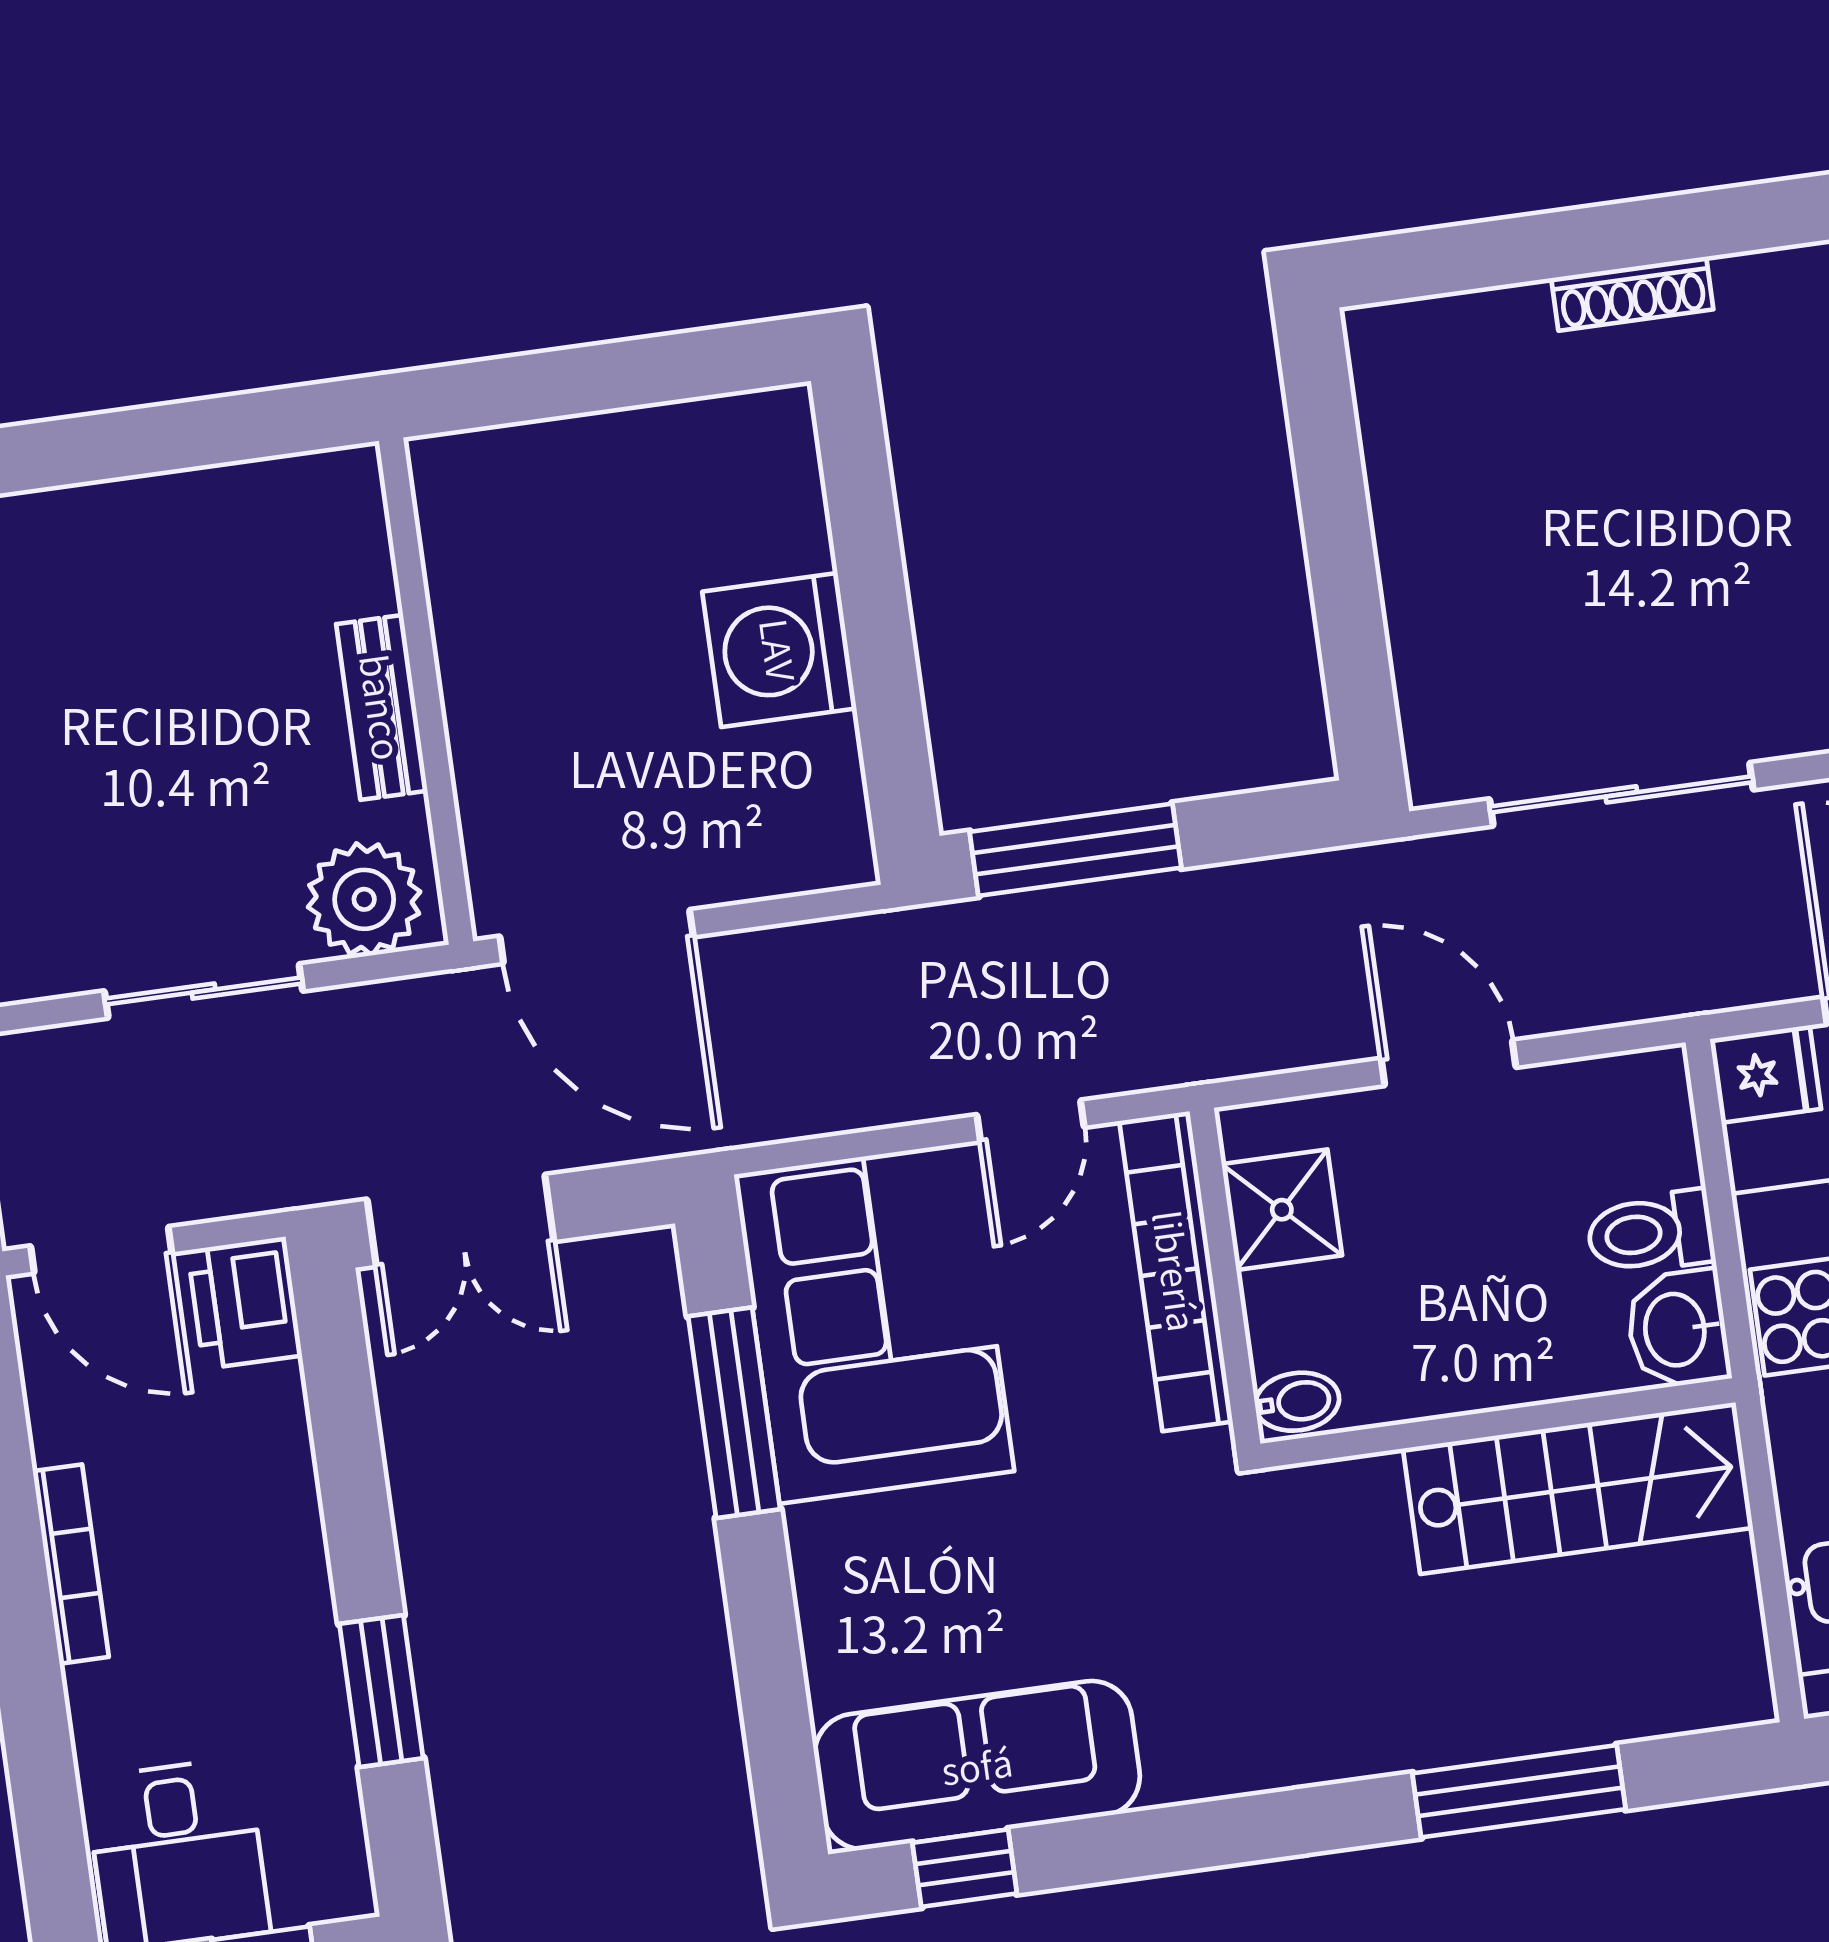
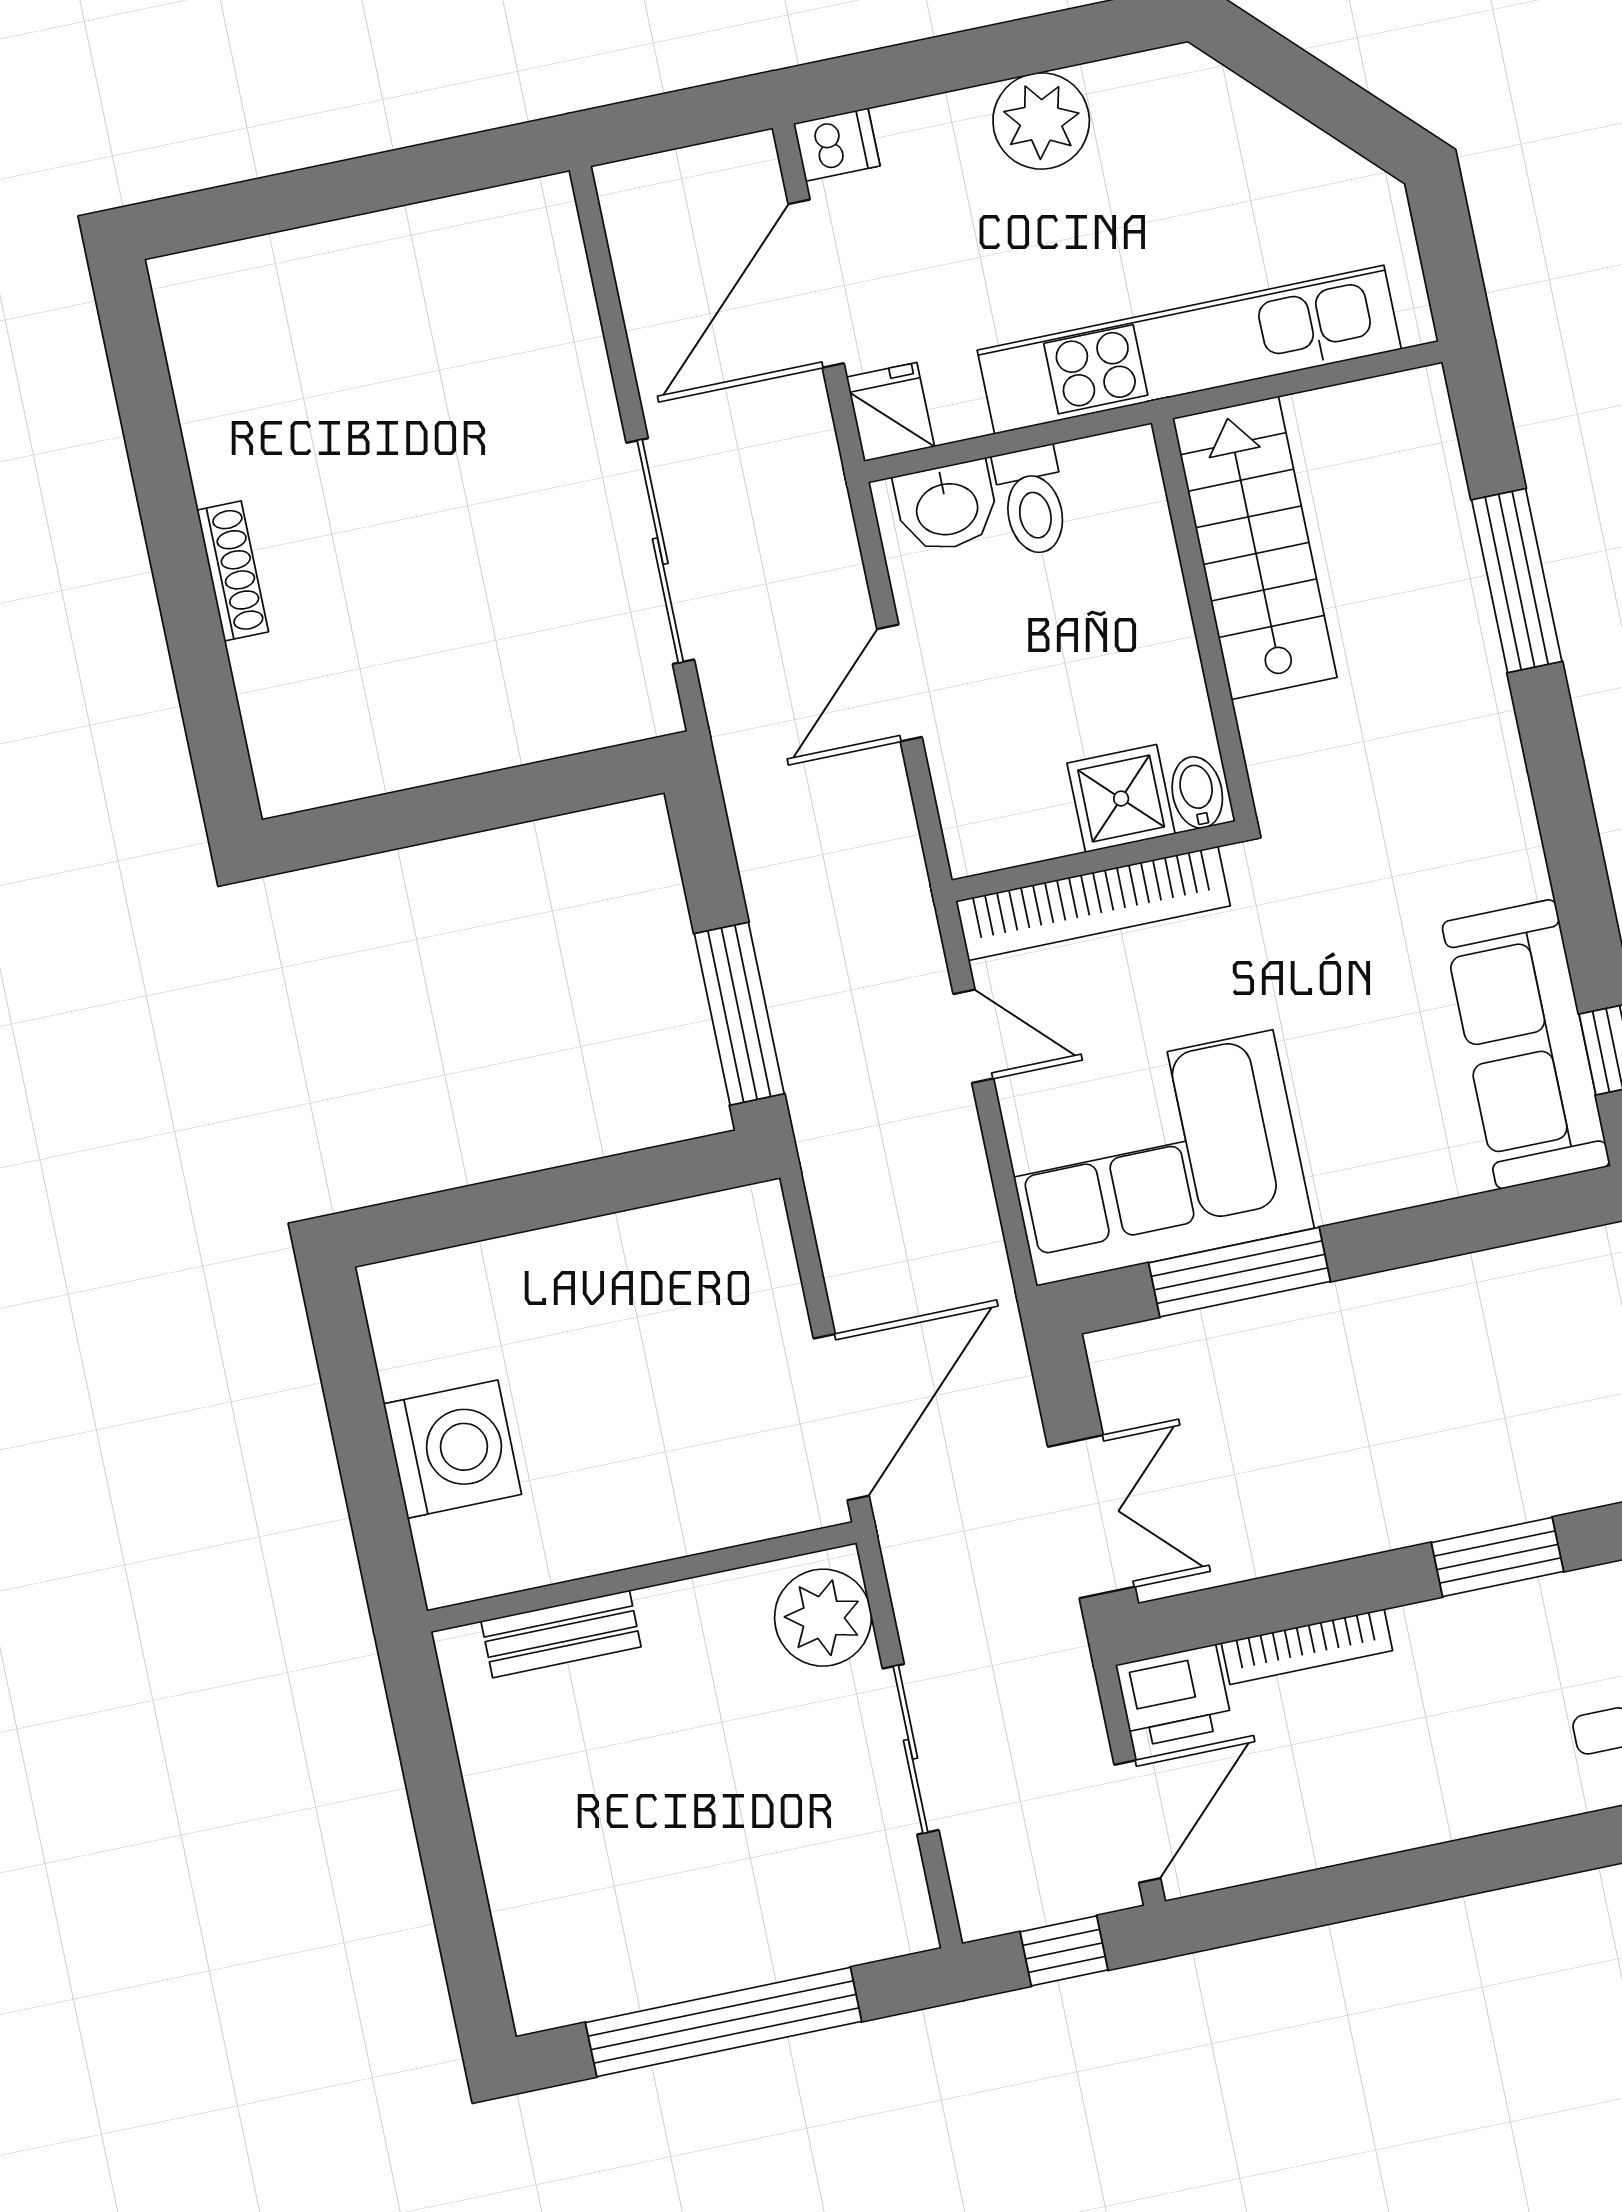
washing machine: (779, 650) -> (453, 1449), moved, turned -90
bench: (382, 707) -> (561, 1634), moved
shower: (1282, 1210) -> (1121, 799), moved
washbasin: (1678, 1329) -> (947, 507), moved
bookcase: (71, 1564) -> (1307, 1647), moved, turned 180

